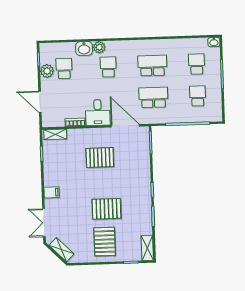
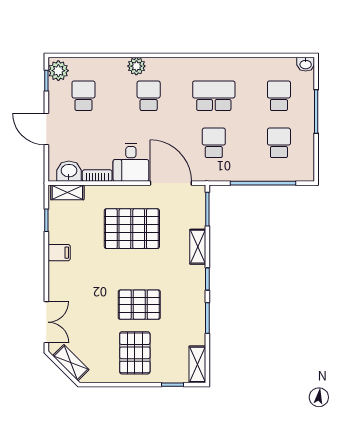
washbasin: (84, 49) -> (69, 171), moved, turned 180
plant: (47, 71) -> (58, 71), moved
school desk: (153, 97) -> (214, 143), width x0.54
door: (40, 102) -> (46, 129), moved
pallet: (100, 157) -> (132, 229), width x1.37, depth x1.41
shelving: (145, 168) -> (198, 247), added
filing cabinet: (52, 192) -> (59, 253), moved
double door: (44, 223) -> (46, 322), swing flipped

